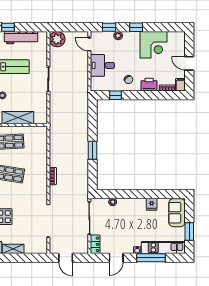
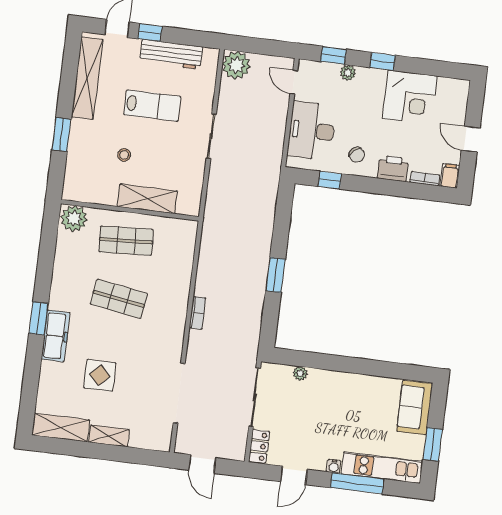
desk: (102, 65) -> (312, 131), width x1.37
fridge: (152, 204) -> (371, 386), removed

